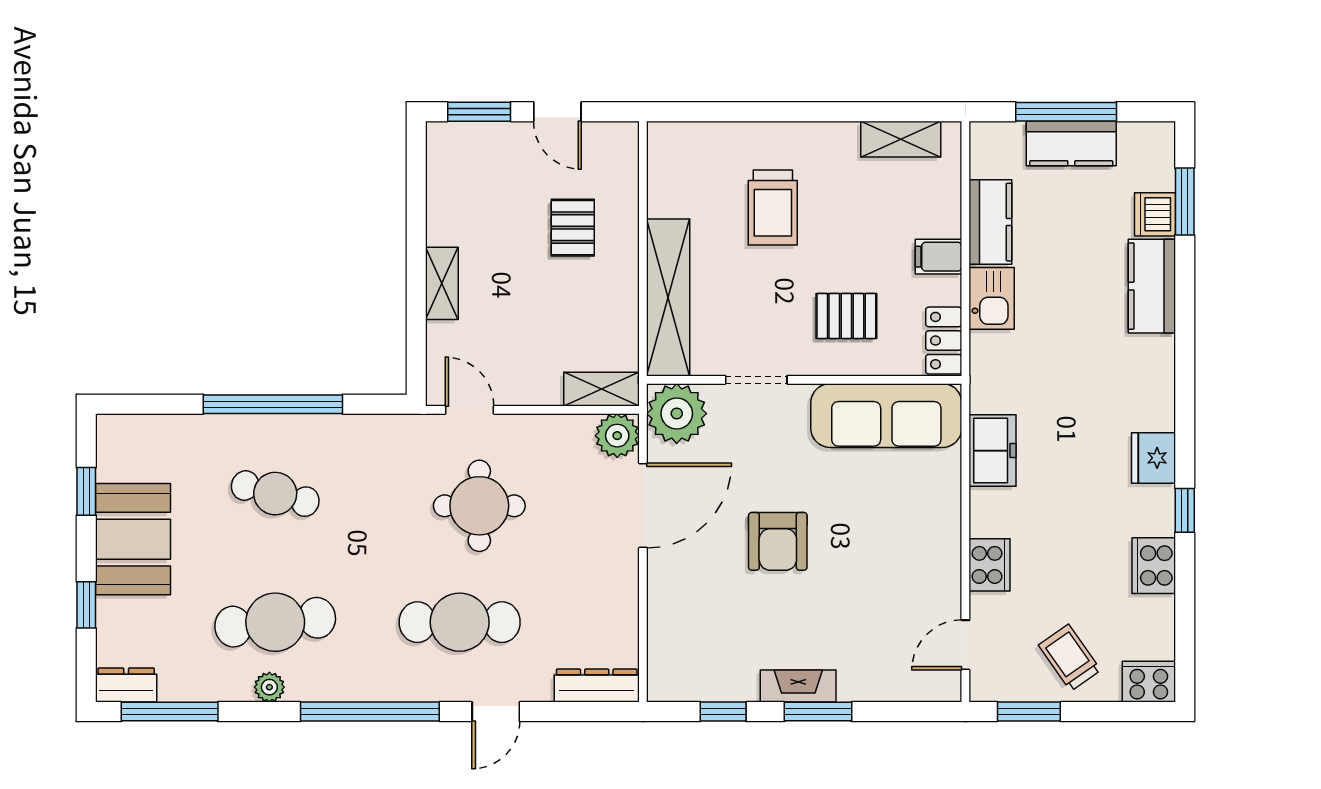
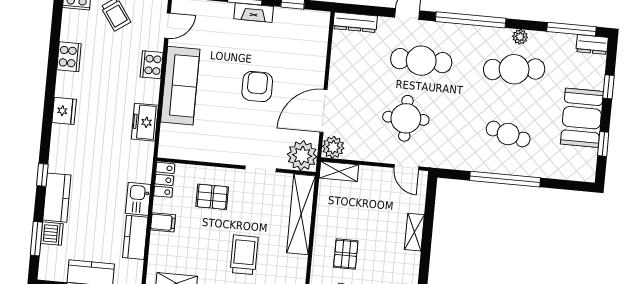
sofa: (886, 416) -> (180, 86), moved, turned 90
window: (1185, 510) -> (42, 175), moved

